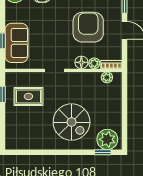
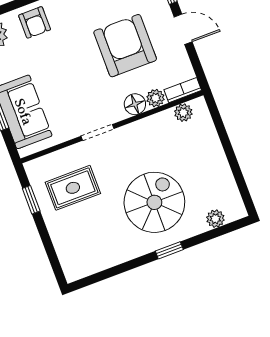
spiral stairs: (72, 122) -> (154, 202), turned -90
plant: (107, 139) -> (215, 219), width x0.53, depth x0.53
window: (103, 152) -> (169, 250), moved

